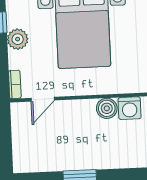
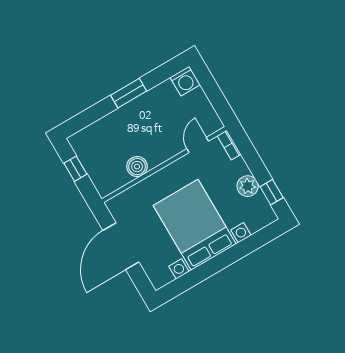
washing machine: (130, 108) -> (185, 81), moved, turned 180

